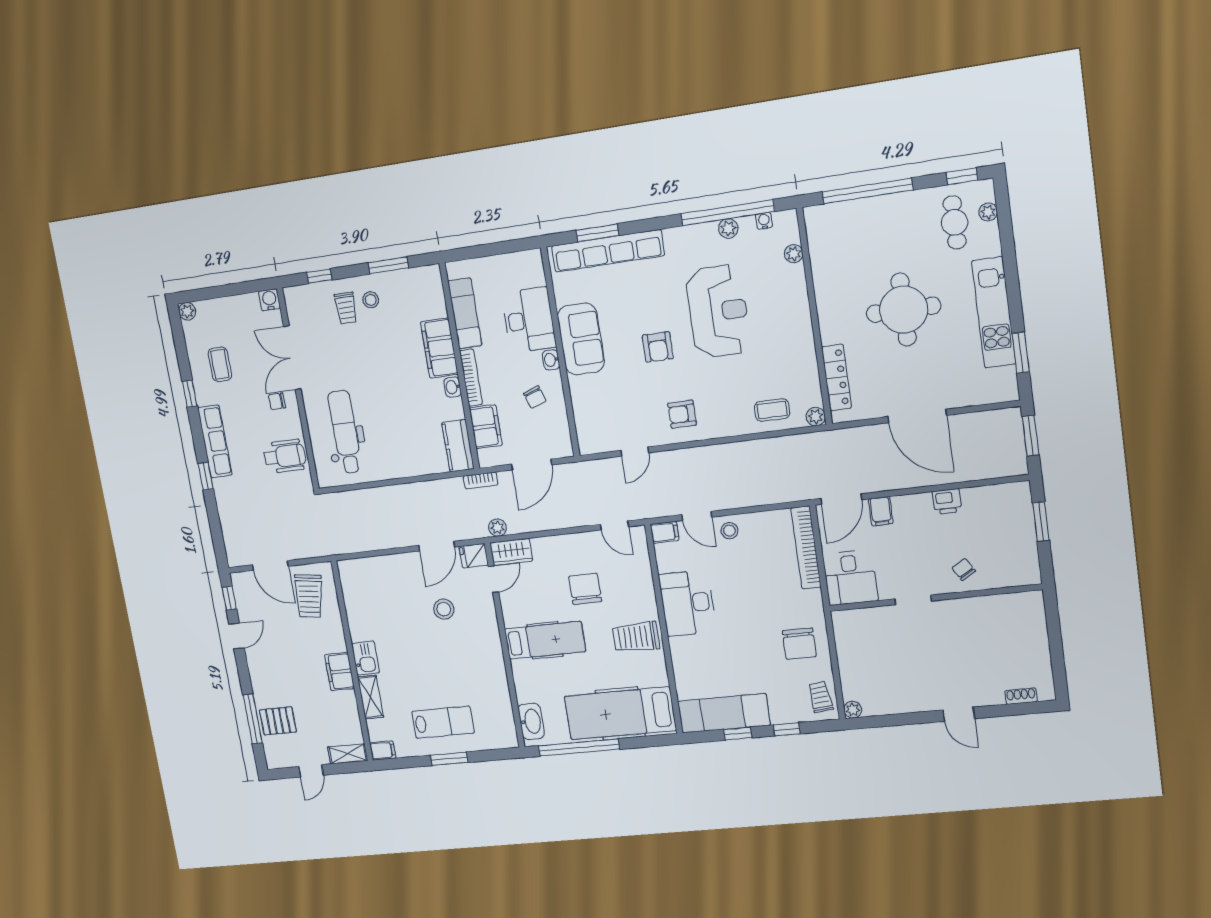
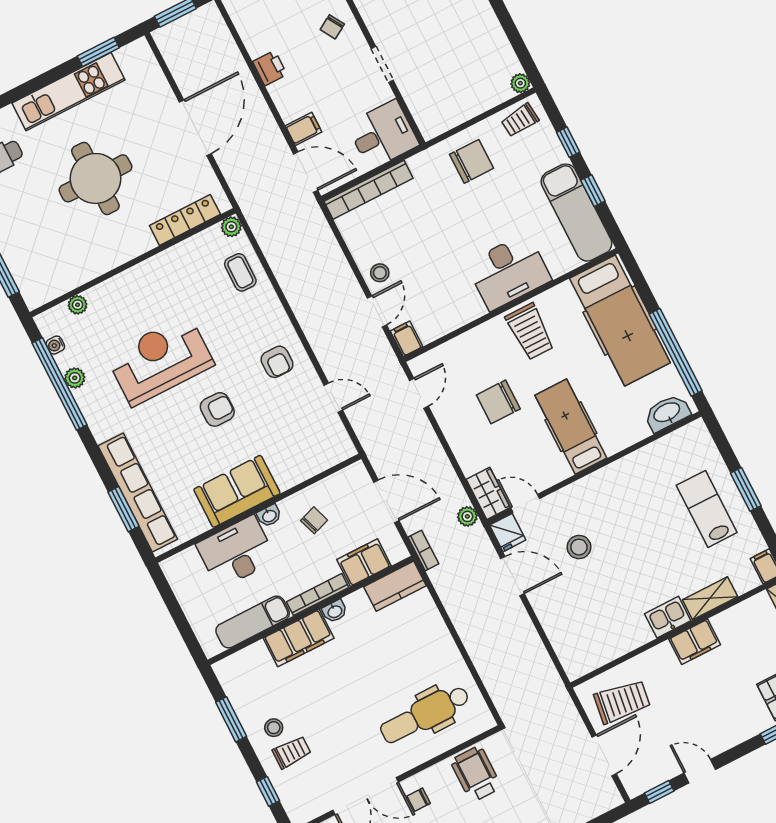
chair: (277, 401) -> (419, 800), turned 90
desk: (687, 603) -> (509, 272), moved

